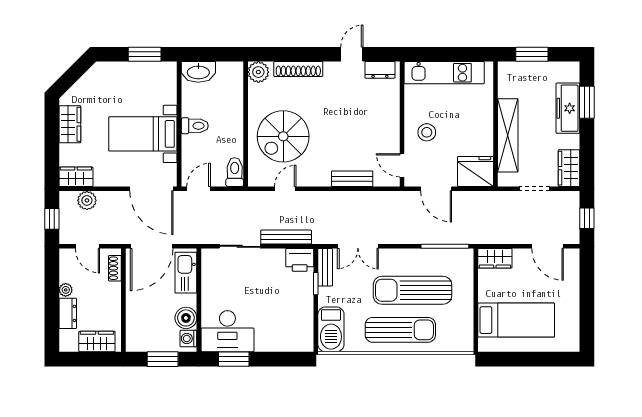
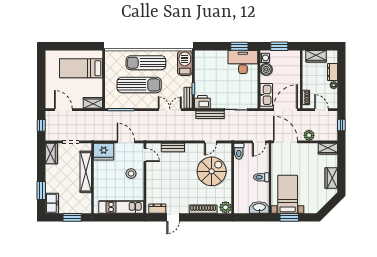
freezer: (568, 108) -> (52, 203), moved, width x0.71
bed with nightstands: (143, 134) -> (288, 194), moved, turned -90
plant: (87, 200) -> (309, 135), moved

